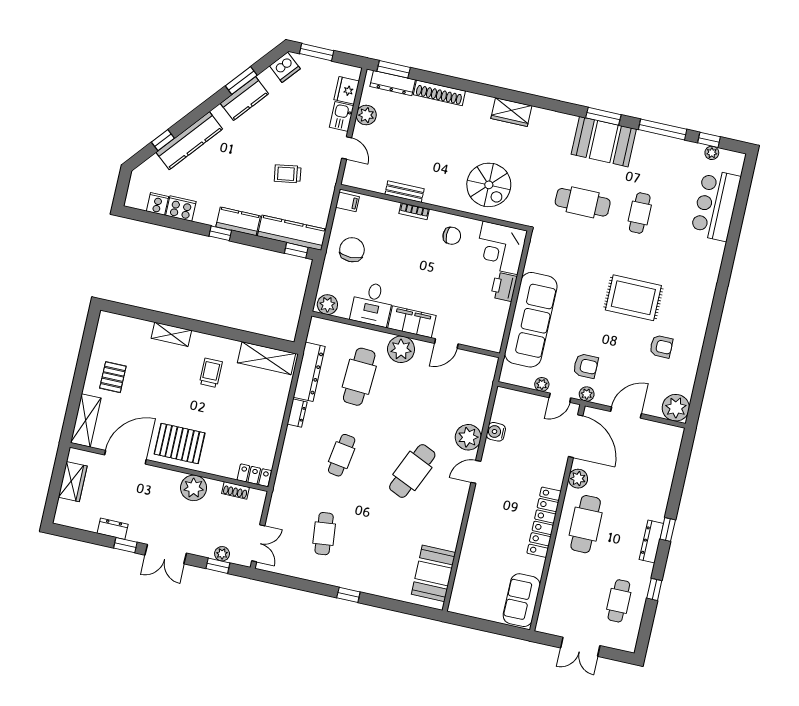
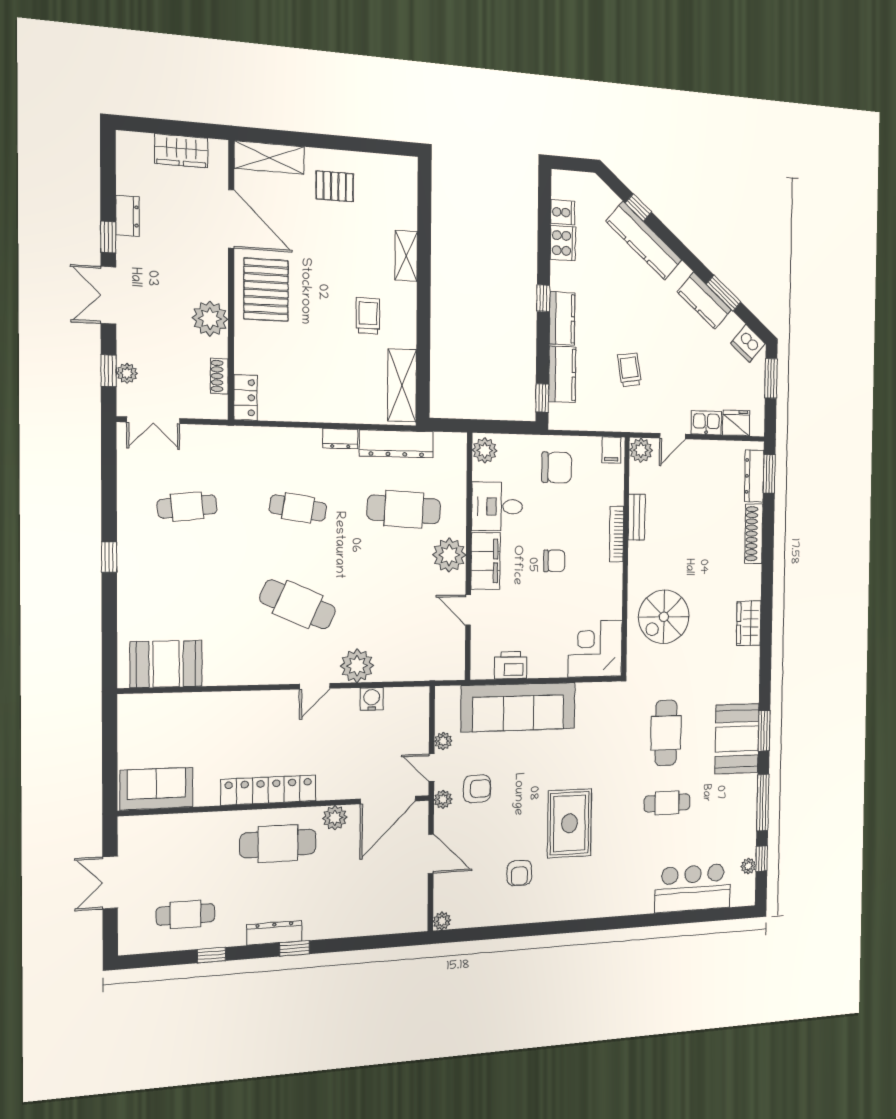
plant: (366, 115) -> (641, 450), moved
bookcase: (414, 211) -> (617, 534), width x1.56
kitchen counter: (292, 233) -> (562, 374), width x0.67
chair: (452, 236) -> (554, 561), moved, turned -90
printer: (504, 287) -> (511, 665), moved
armchair: (586, 366) -> (477, 789), turned -90
trolley: (211, 373) -> (368, 316), turned -90
plant: (676, 408) -> (442, 921), width x0.53, depth x0.53
door: (476, 472) -> (315, 686), swing flipped

